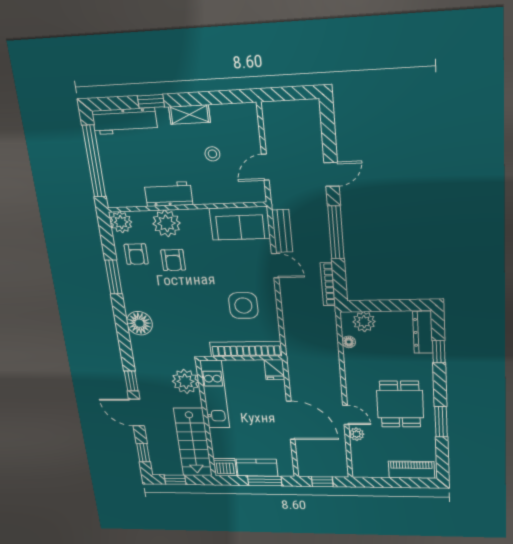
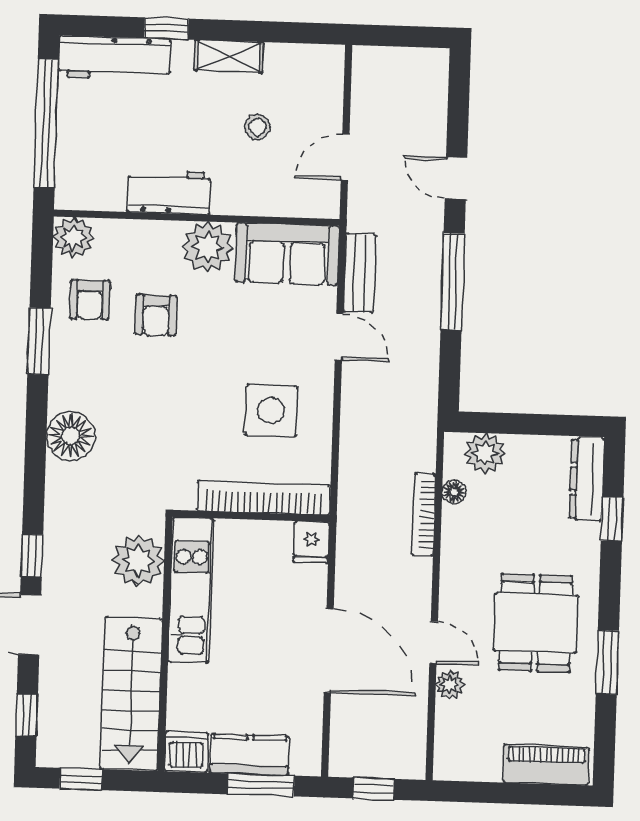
door: (332, 174) -> (456, 178), swing flipped
plant: (166, 223) -> (208, 247), moved
bookcase: (328, 284) -> (424, 515), moved

